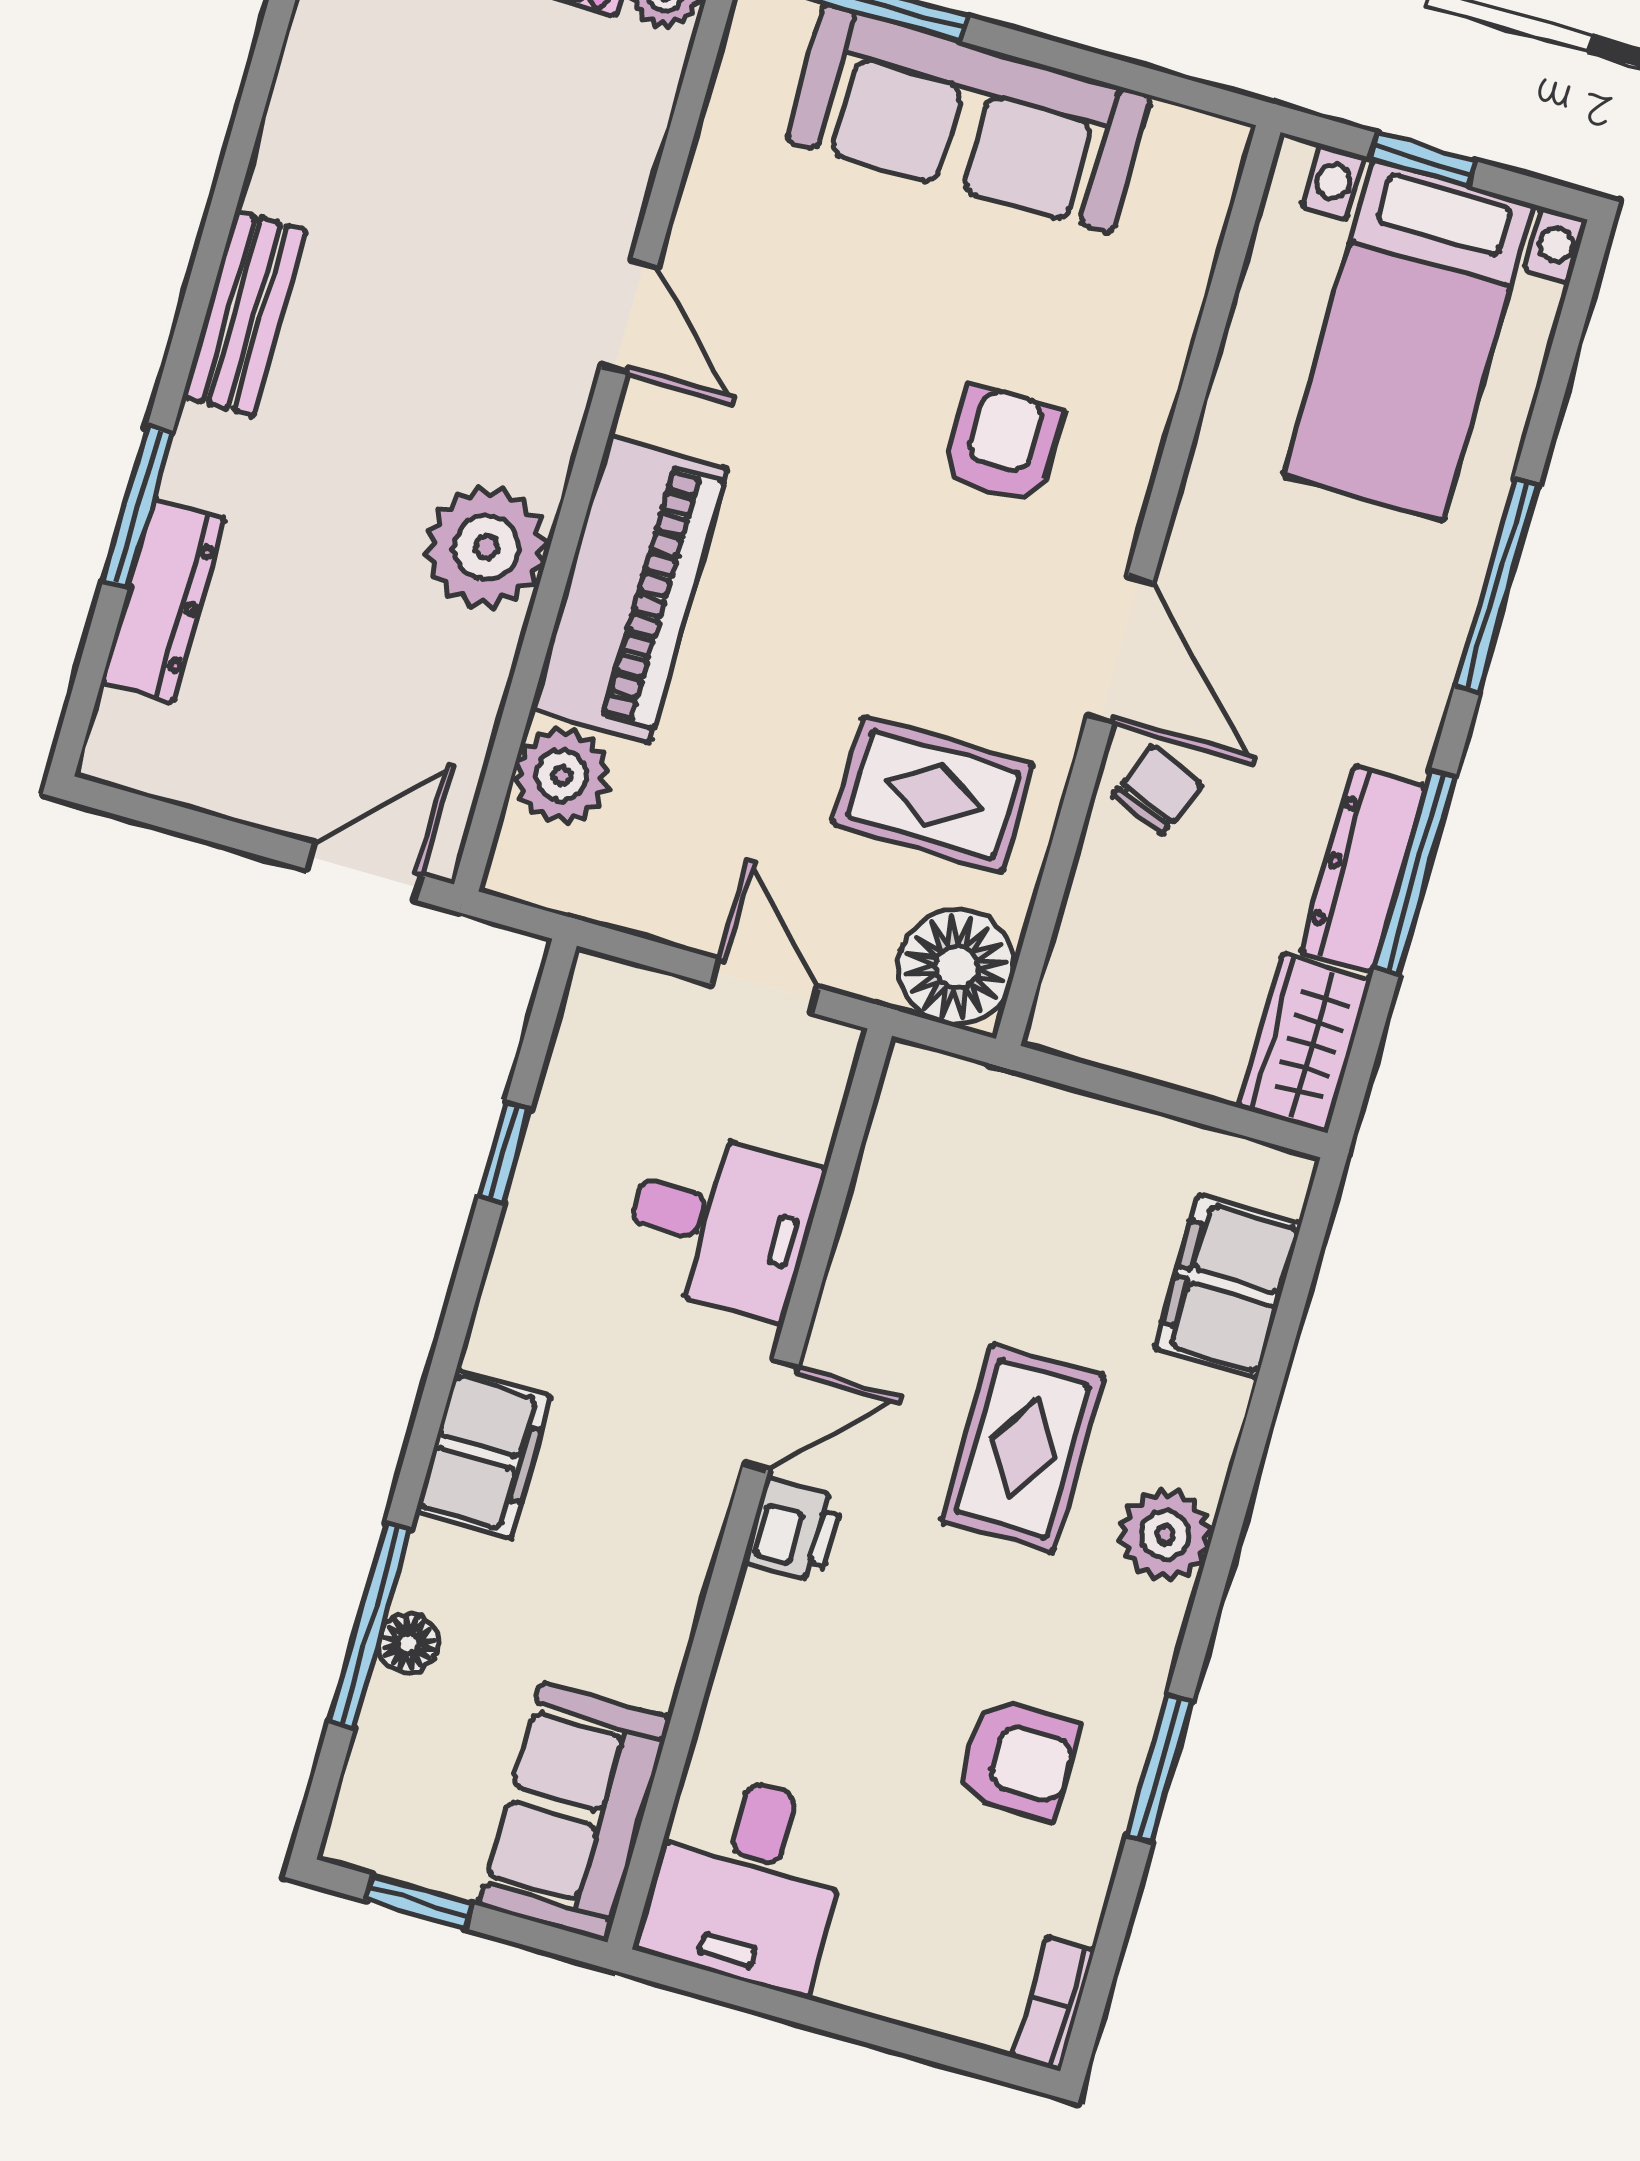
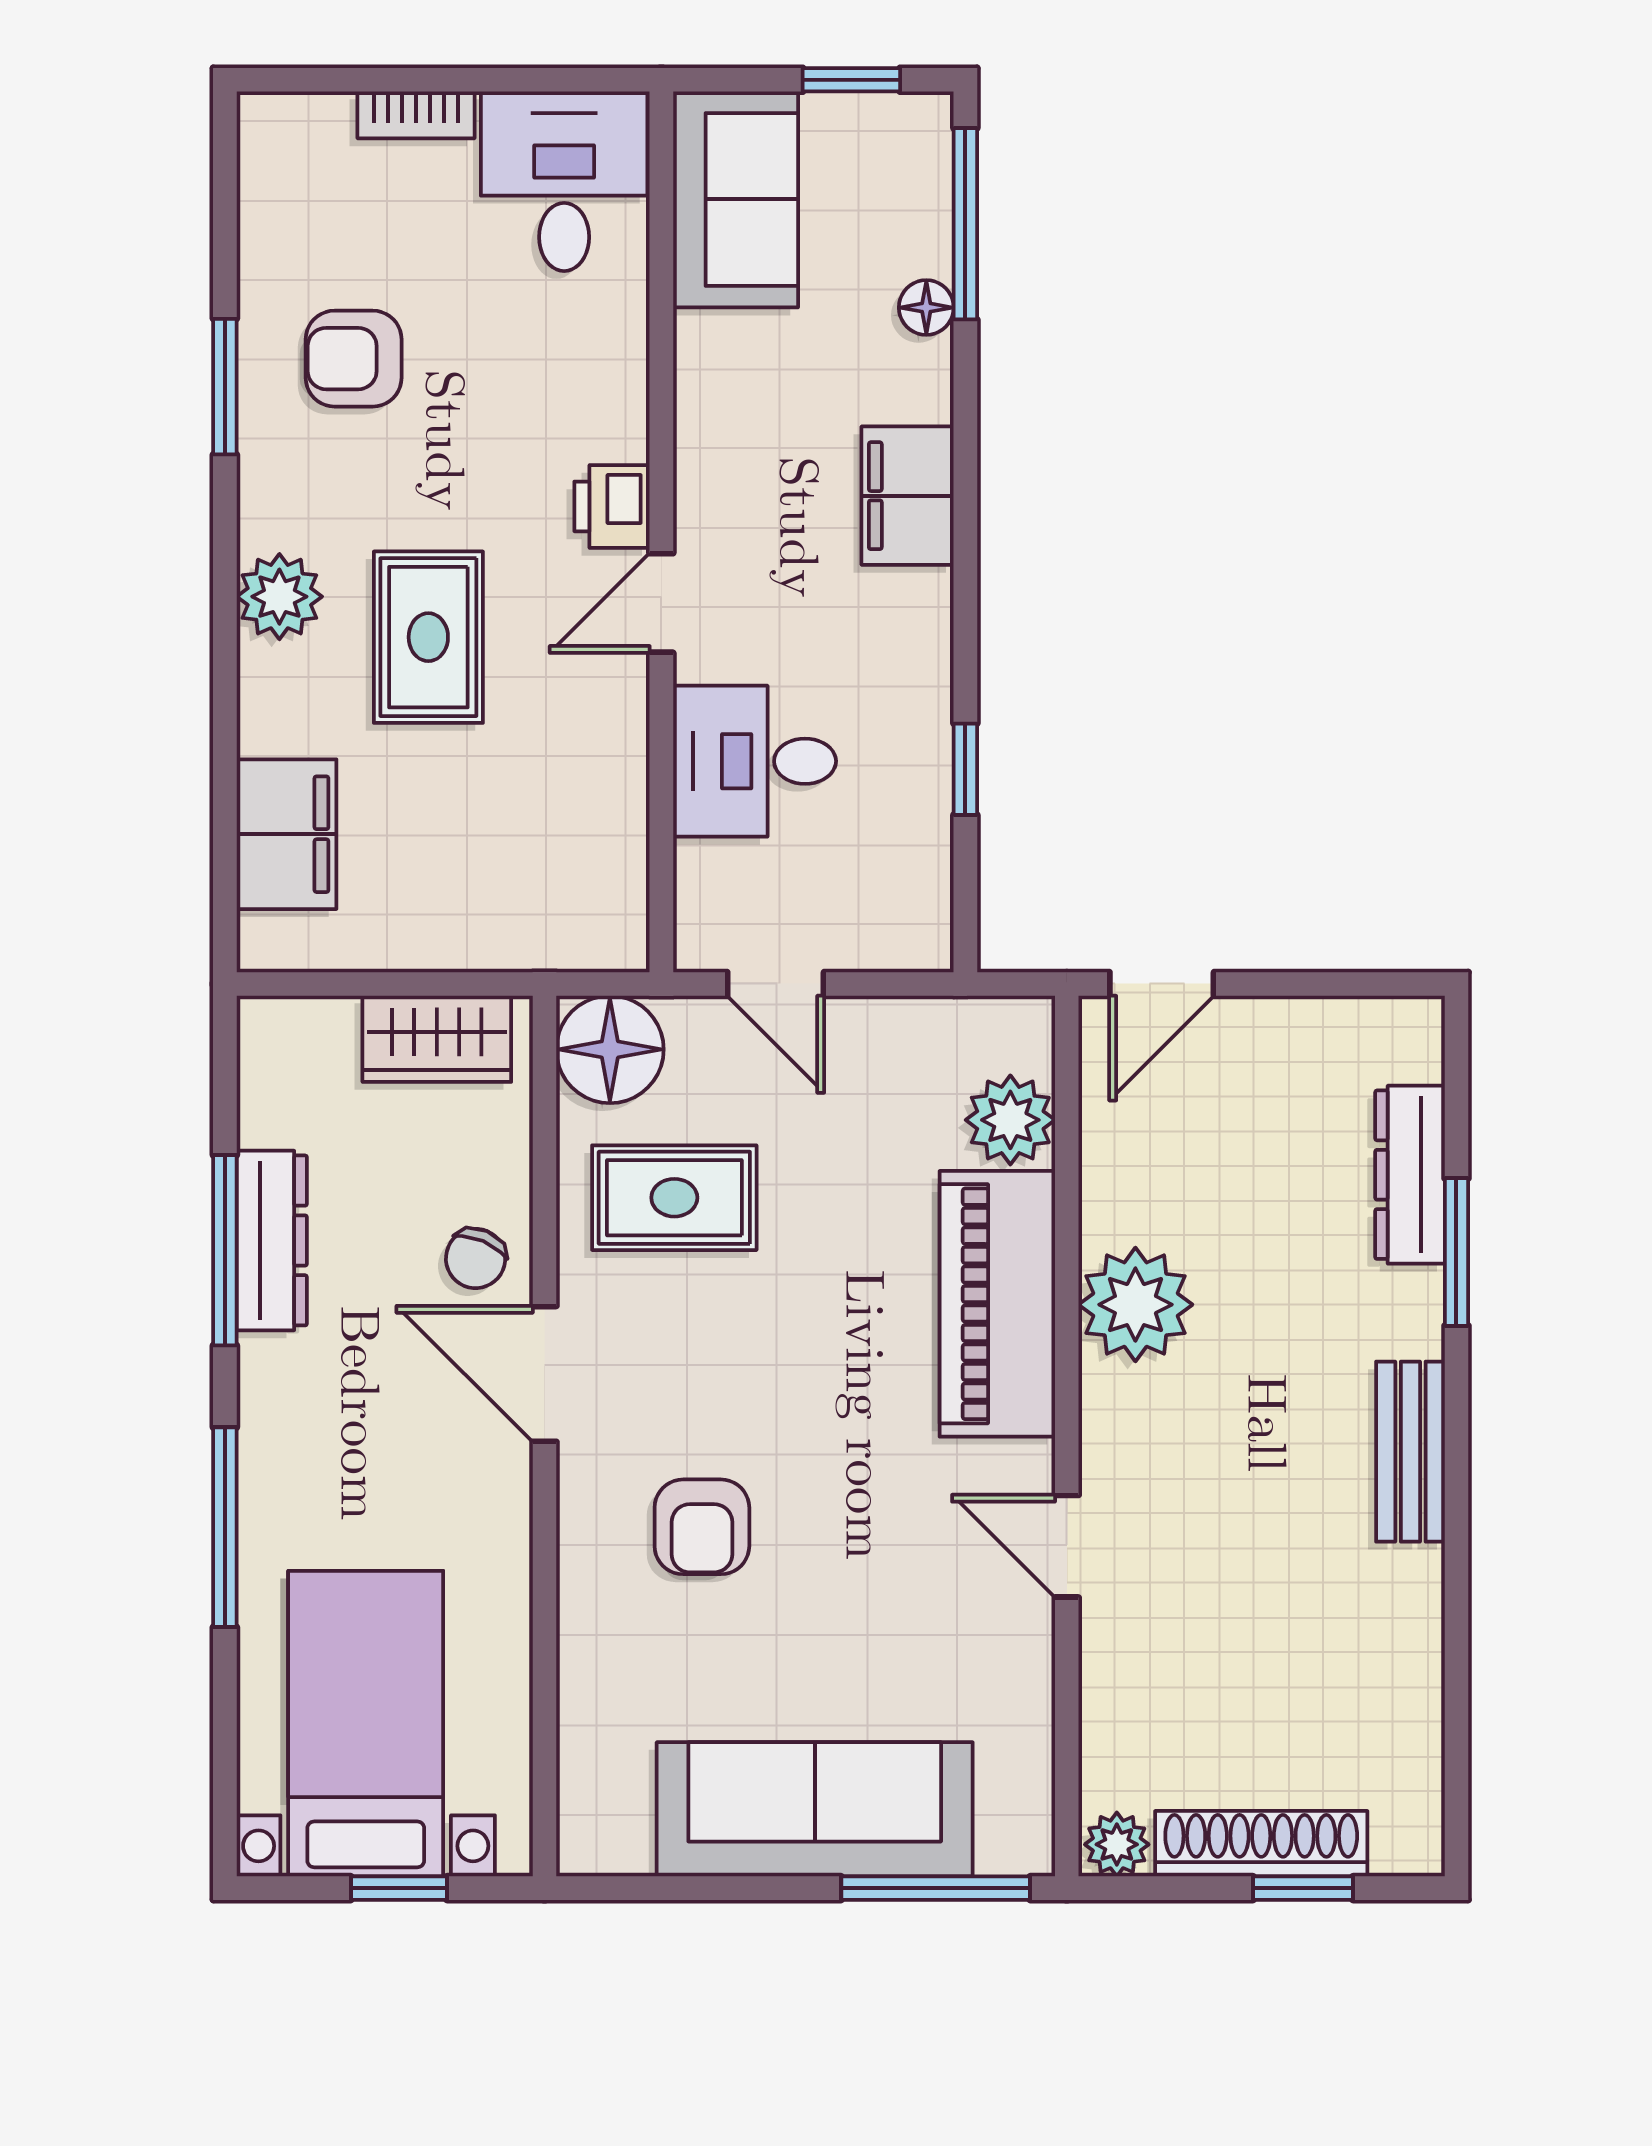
wardrobe: (1305, 1043) -> (437, 1039), moved, turned 90
window: (370, 1625) -> (965, 224), moved
bookcase: (1053, 2004) -> (416, 115), moved, turned 90

